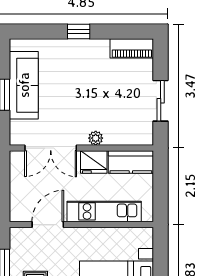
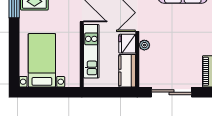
sliding door: (161, 101) -> (172, 92), width x1.37

